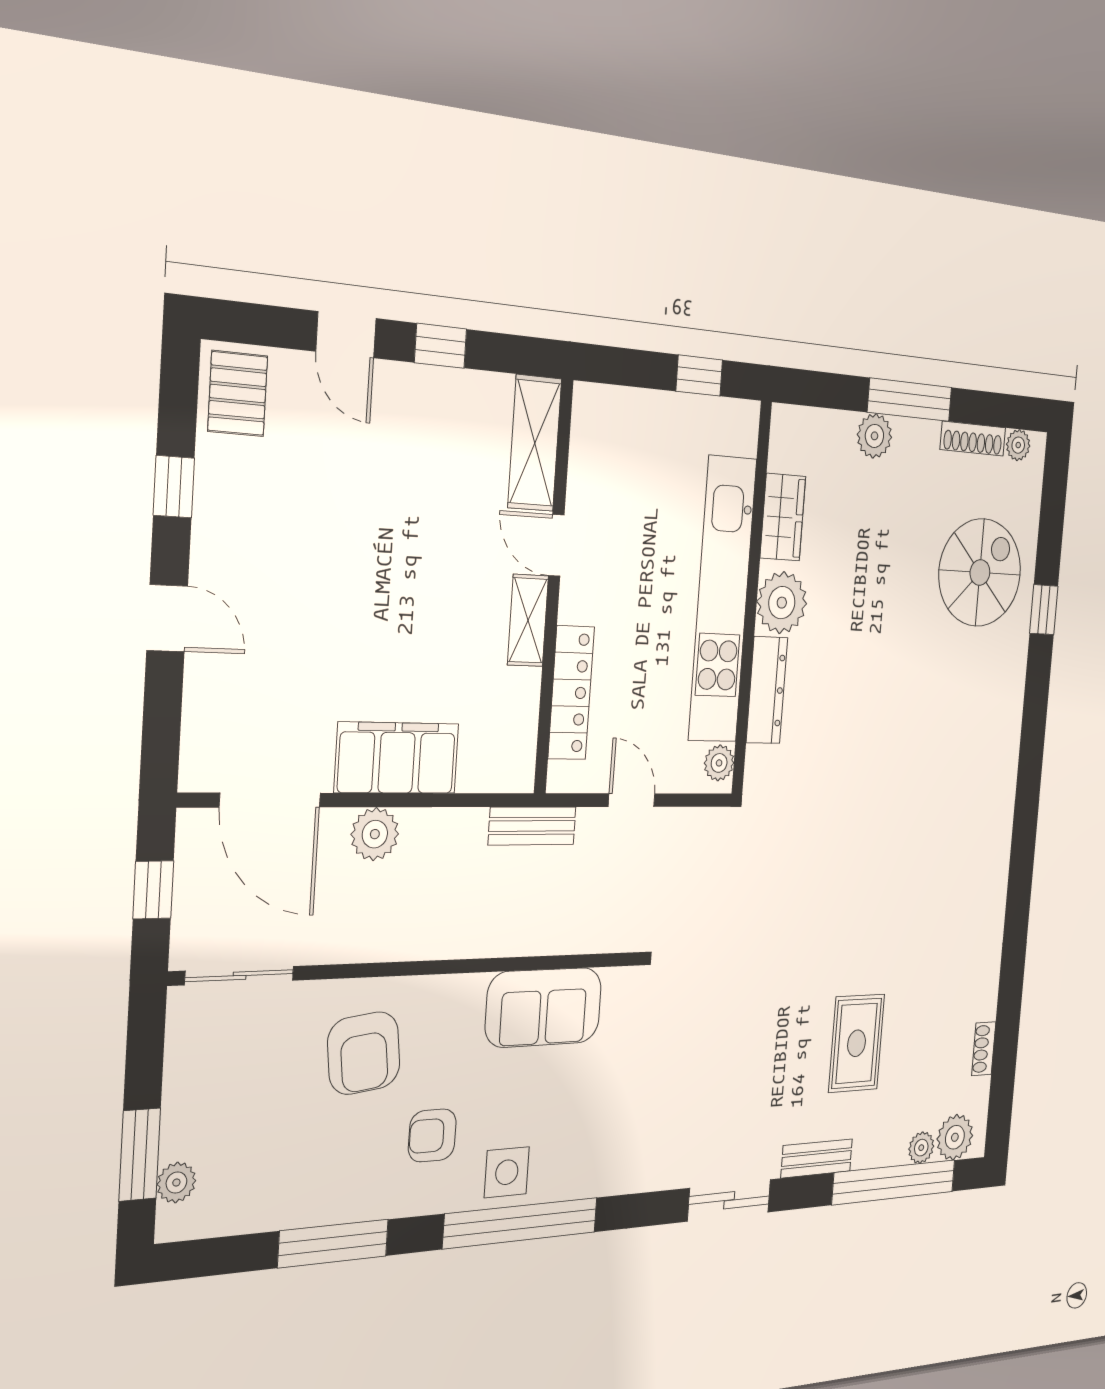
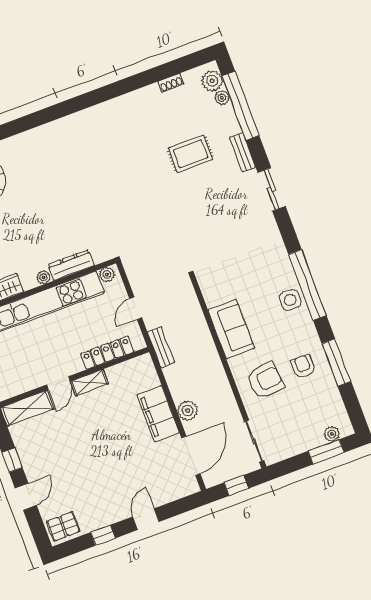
plant: (782, 603) -> (43, 277), width x0.53, depth x0.53
sofa: (544, 1007) -> (231, 329), moved
armchair: (432, 1135) -> (303, 366), moved, turned 180

